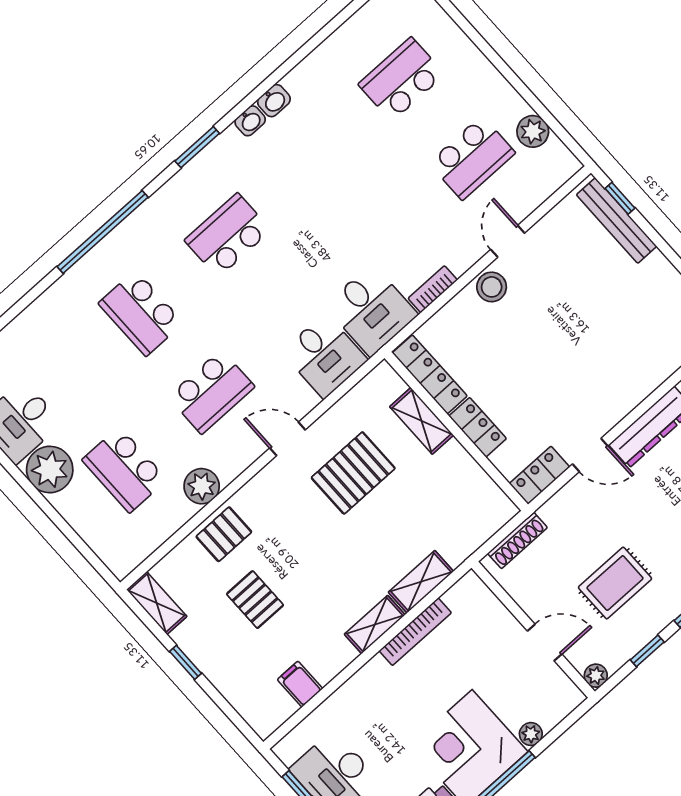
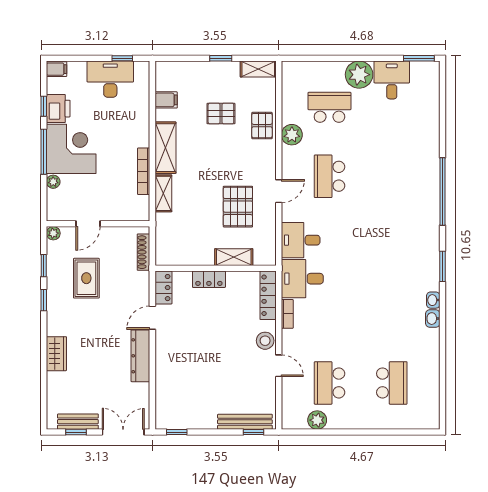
school desk: (228, 235) -> (392, 245), removed
school desk: (141, 313) -> (392, 176), removed
locker: (430, 374) -> (268, 295), moved, turned 90
shelving: (375, 625) -> (165, 148), width x1.50, depth x1.33

